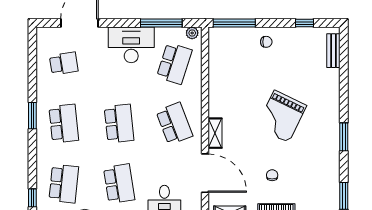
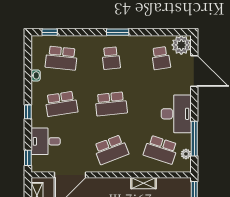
plant: (192, 33) -> (186, 154), moved
plant: (48, 39) -> (181, 45), added
school desk: (64, 124) -> (111, 58), width x0.54
shelving: (215, 133) -> (144, 183), moved

